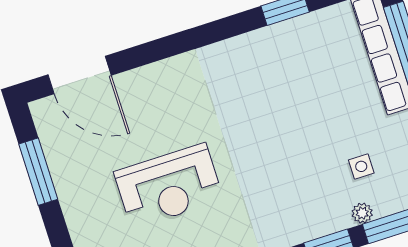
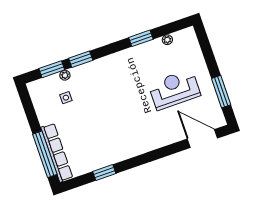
reception desk: (169, 186) -> (174, 89), moved

